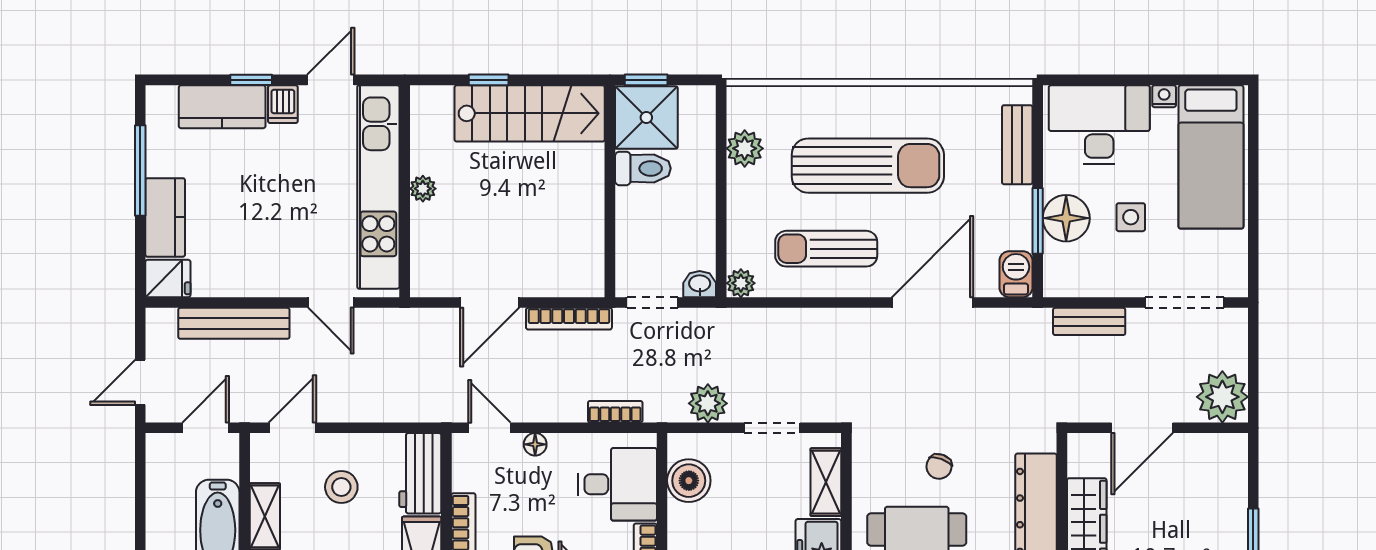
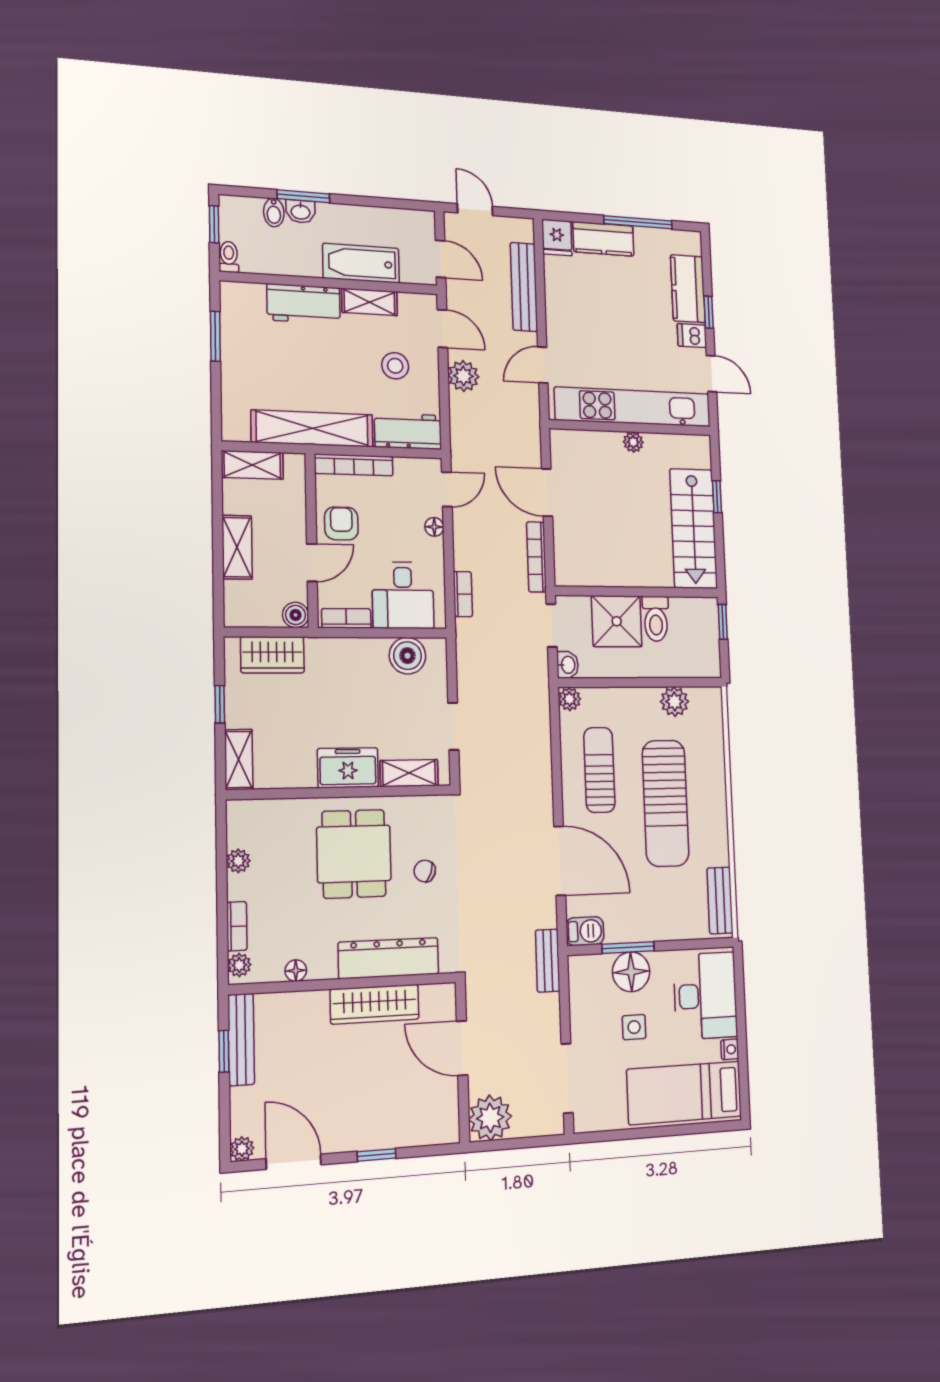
shower: (646, 117) -> (617, 621), moved
bench: (1017, 145) -> (720, 900), moved, turned 90
bench: (1089, 321) -> (548, 961), moved
plant: (708, 403) -> (463, 376), moved

